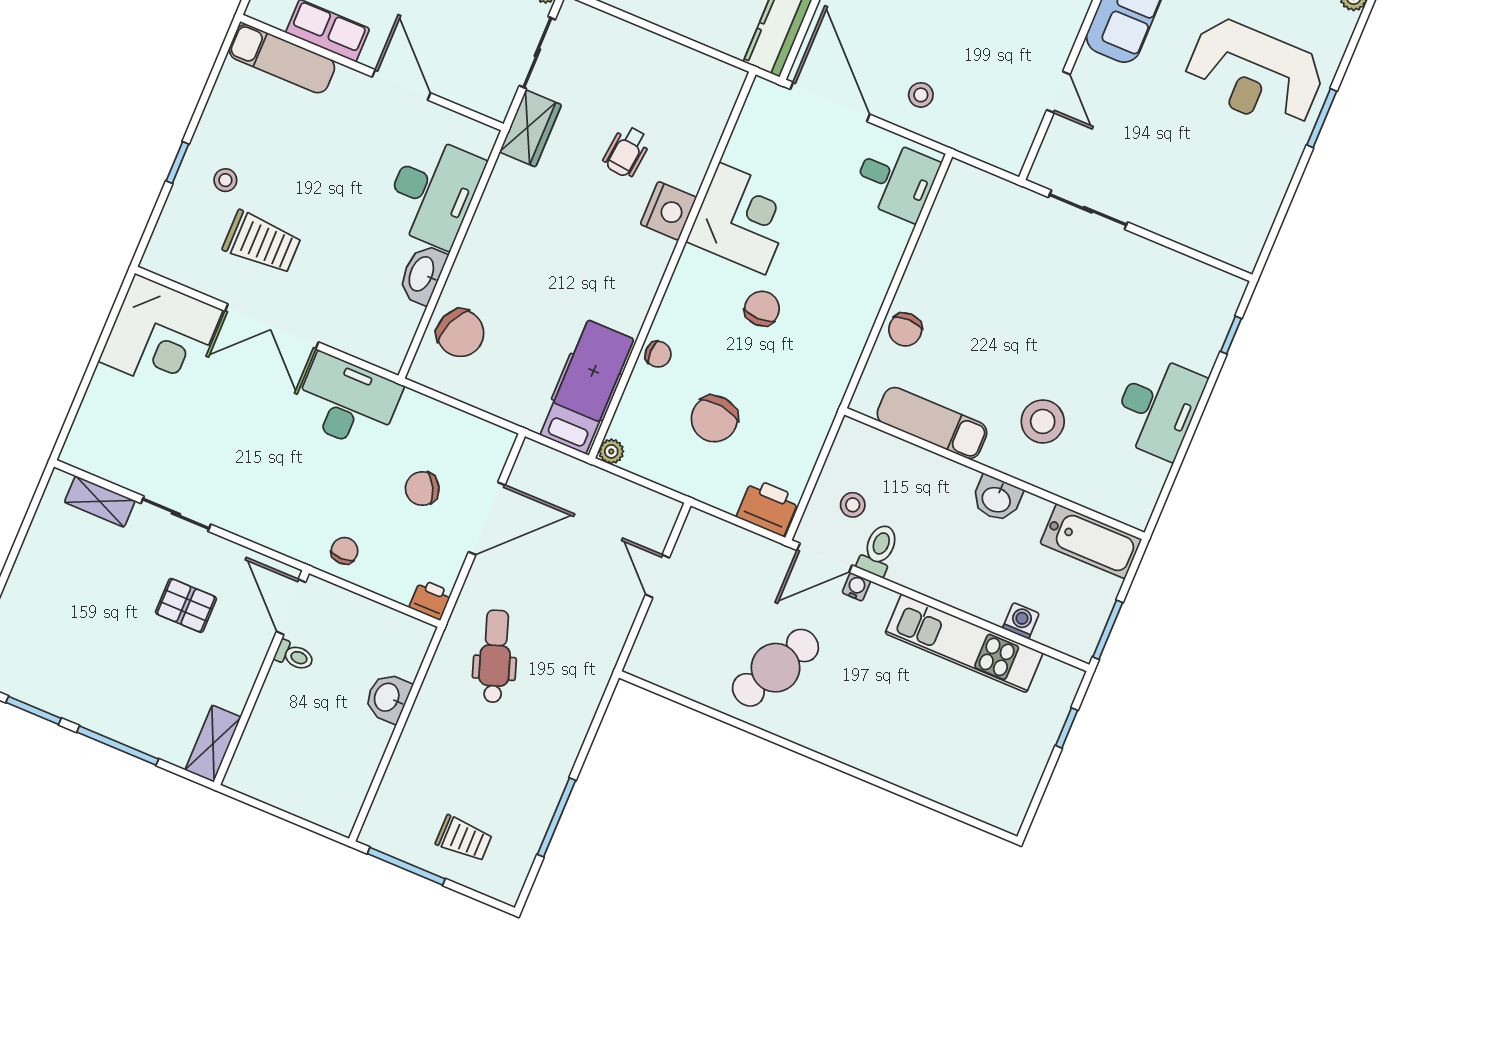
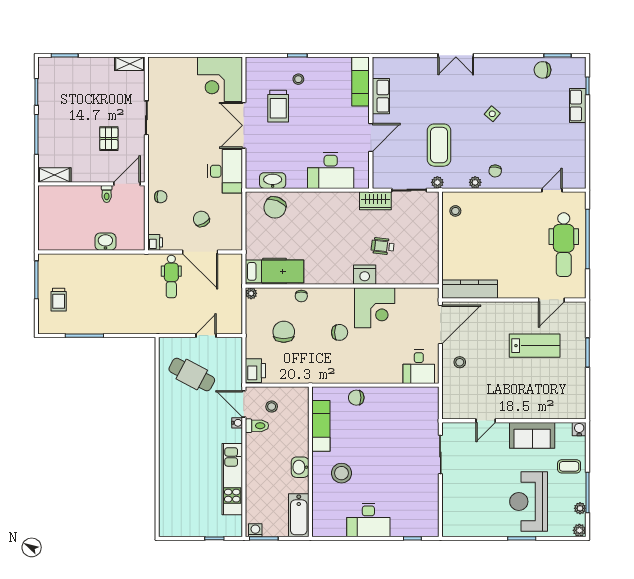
washbasin: (422, 274) -> (273, 181), moved
chair: (714, 419) -> (284, 332), turned 83
shelving: (100, 501) -> (130, 64), moved, turned 90
washing machine: (1021, 621) -> (255, 530), moved, turned -90
dental chair: (495, 656) -> (171, 276), moved, turned 109
cafe table: (775, 668) -> (192, 375), moved

